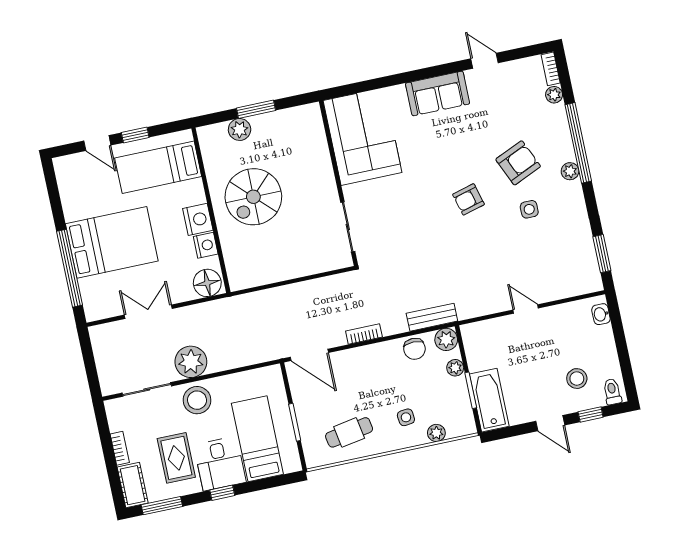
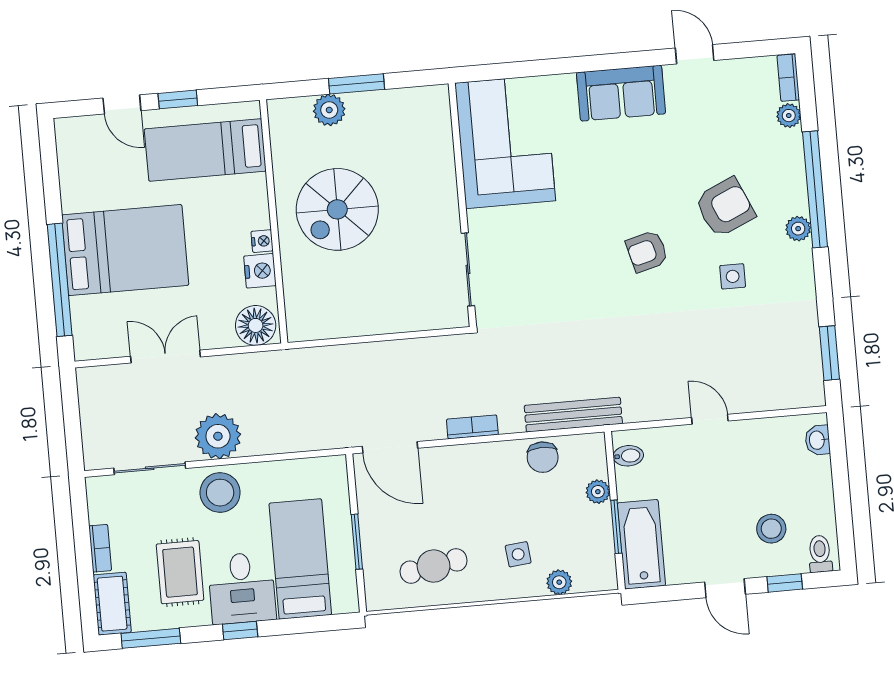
nightstand: (198, 219) -> (262, 241), width x0.53, depth x0.56
bench: (432, 317) -> (573, 415), width x1.36
plant: (446, 339) -> (590, 449), removed
bidet: (473, 341) -> (628, 456), added

